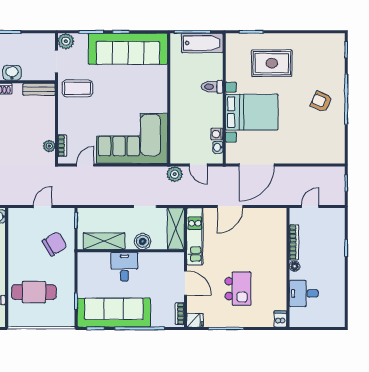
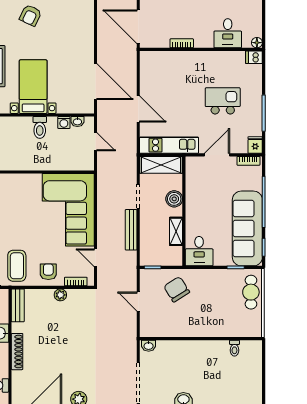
toilet: (212, 87) -> (40, 127), moved
bed with nightstands: (252, 112) -> (33, 87), width x0.73
armchair: (72, 119) -> (48, 272), added
plant: (49, 146) -> (60, 295), moved
door: (198, 165) -> (96, 142), hinge flipped
plant: (175, 174) -> (105, 166), removed
bench: (113, 200) -> (131, 230), added
door: (310, 206) -> (138, 27), width x1.87
shelving: (104, 241) -> (176, 231), width x0.67, depth x0.75
bookcase: (294, 242) -> (182, 43), width x0.64
floor lamp: (295, 266) -> (257, 43), moved
desk: (124, 267) -> (199, 251), moved, turned -90
cafe table: (34, 292) -> (251, 292), moved, width x0.73, depth x0.74

